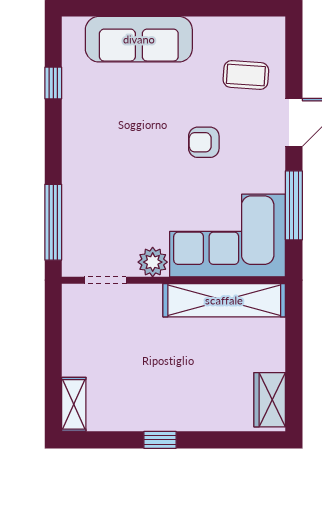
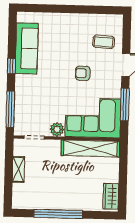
sofa: (139, 39) -> (27, 48), moved, turned -90
window: (53, 83) -> (11, 66), moved
shelving: (74, 404) -> (18, 169), moved
window: (160, 440) -> (58, 214), width x3.17

